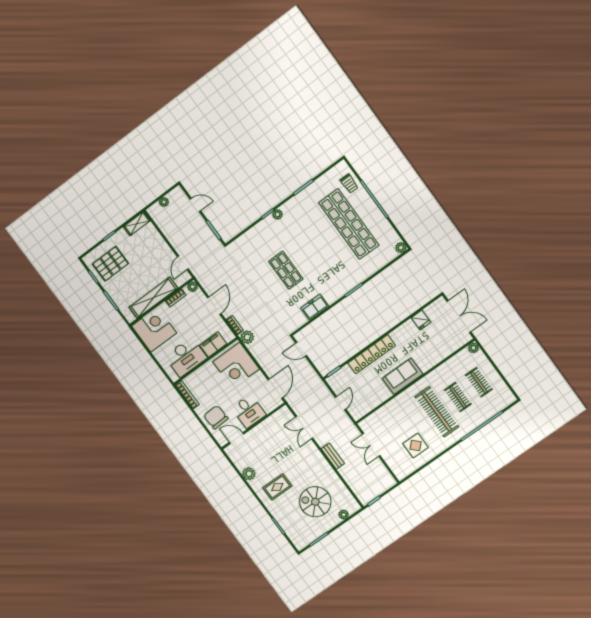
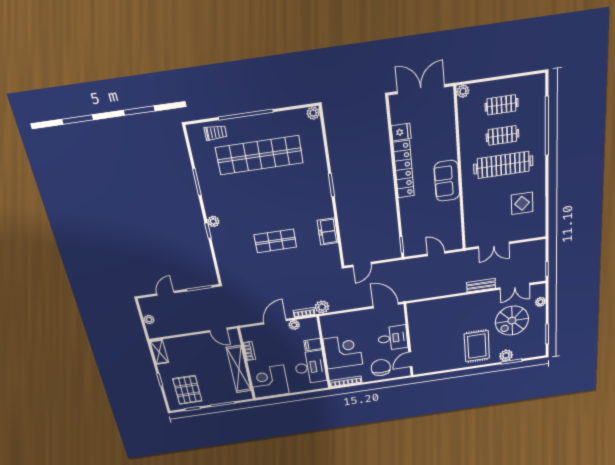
plant: (193, 287) -> (294, 325), moved
door: (214, 306) -> (275, 322), hinge flipped
filing cabinet: (213, 345) -> (313, 345), width x0.50
locker: (372, 354) -> (404, 169), moved
corner desk: (236, 365) -> (343, 352), moved, turned -90
chair: (216, 417) -> (381, 368), turned 93
double door: (304, 428) -> (515, 286), moved
plant: (249, 474) -> (506, 356), moved
rug: (277, 487) -> (477, 346), width x1.36, depth x1.43

